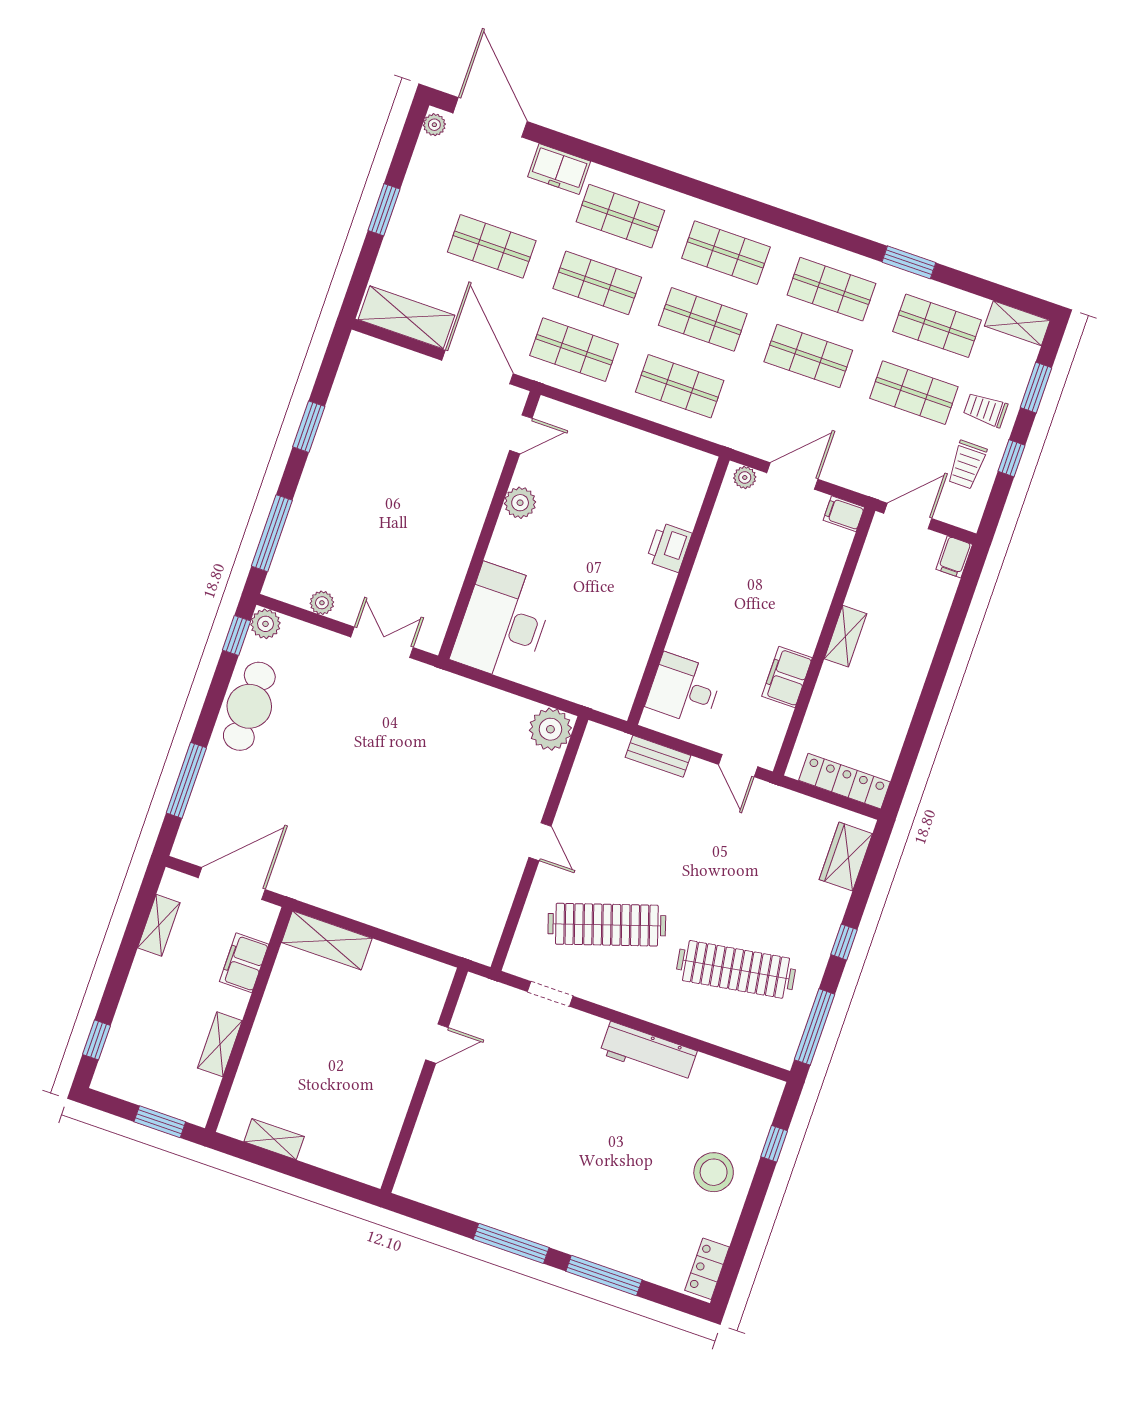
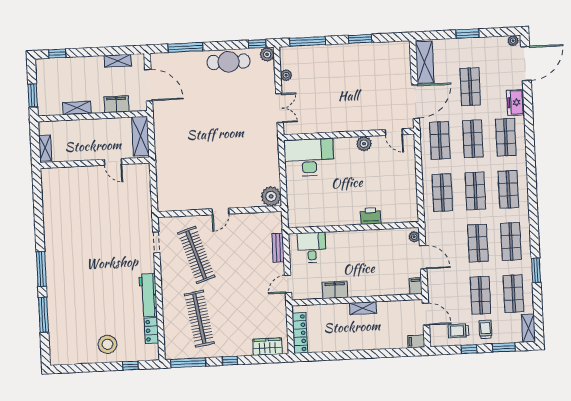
door: (437, 1044) -> (113, 162), moved
wall: (424, 1080) -> (95, 163), moved
locker: (707, 1269) -> (151, 331), moved, turned -90

